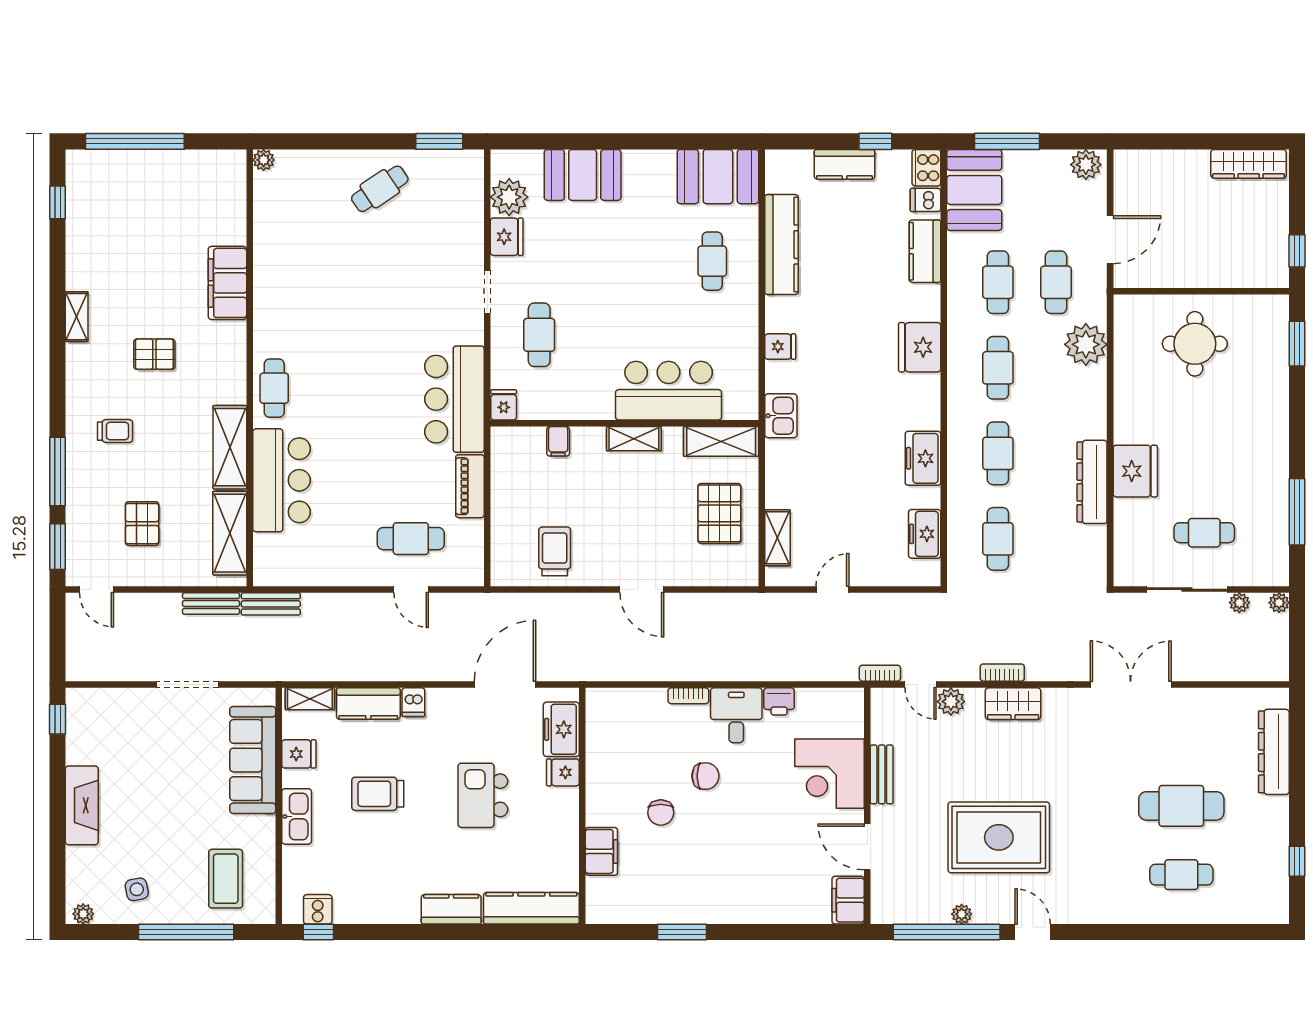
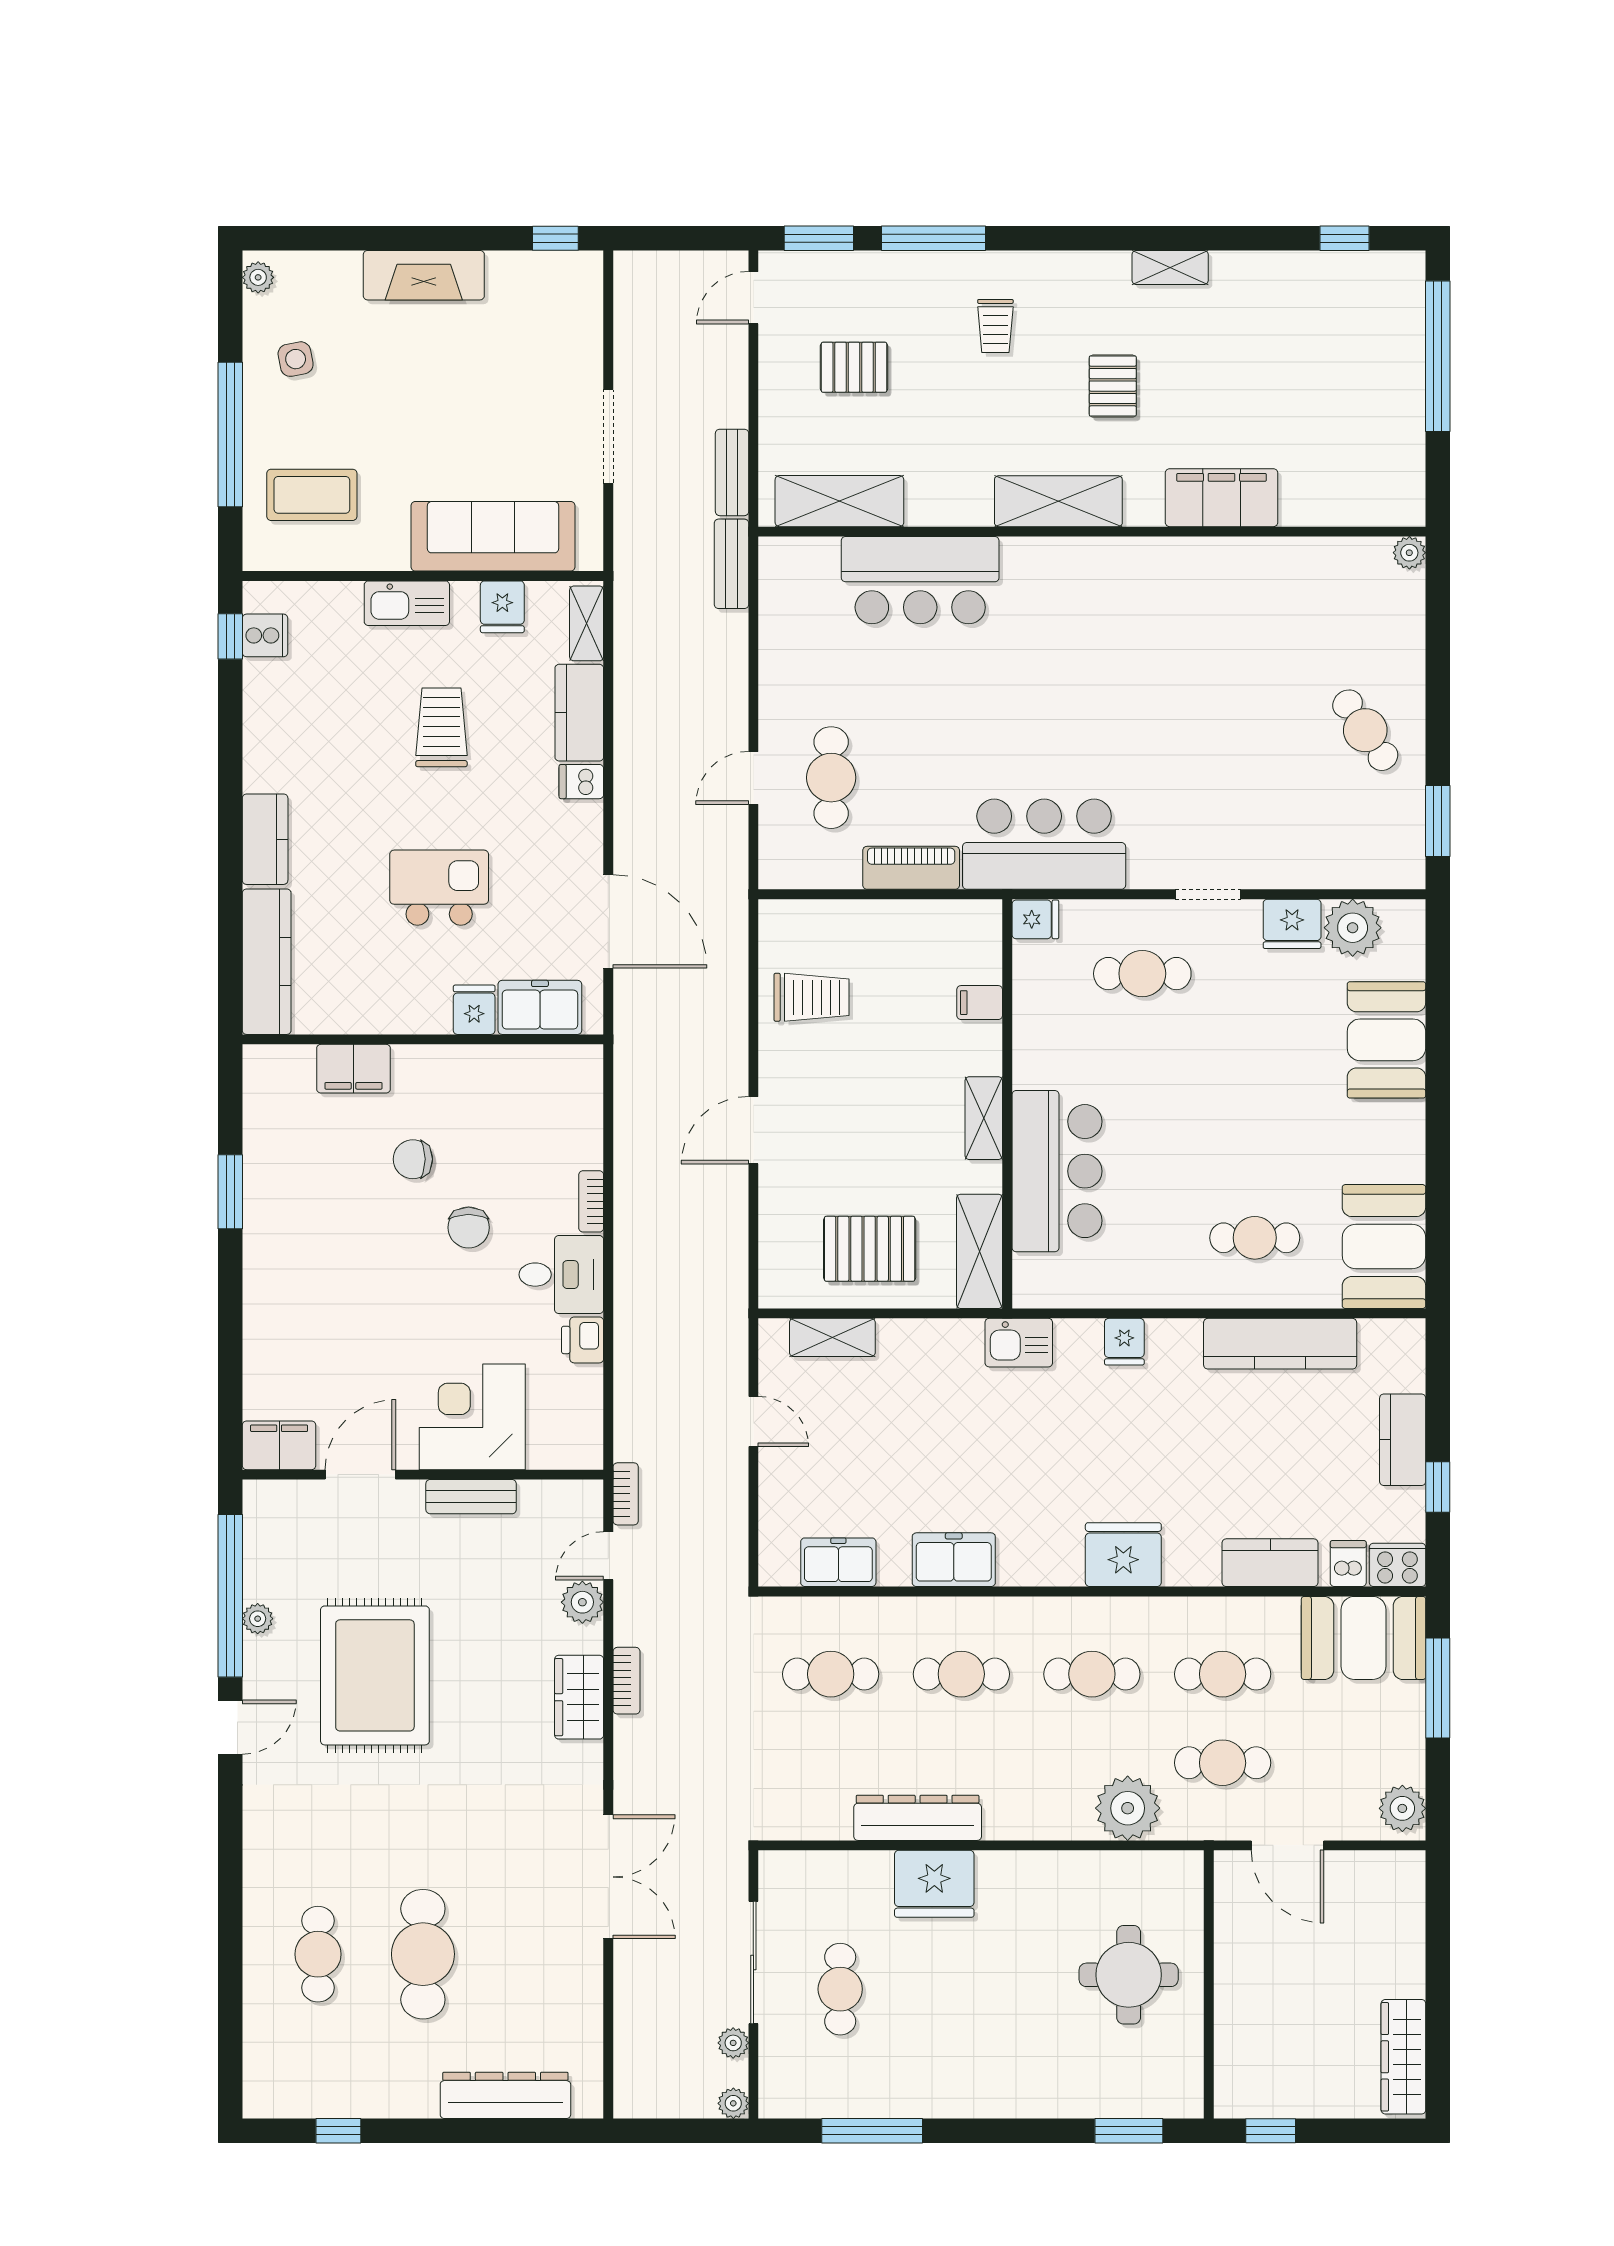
cafe table: (274, 388) -> (1061, 569), removed
shelving: (230, 447) -> (1058, 501), moved

